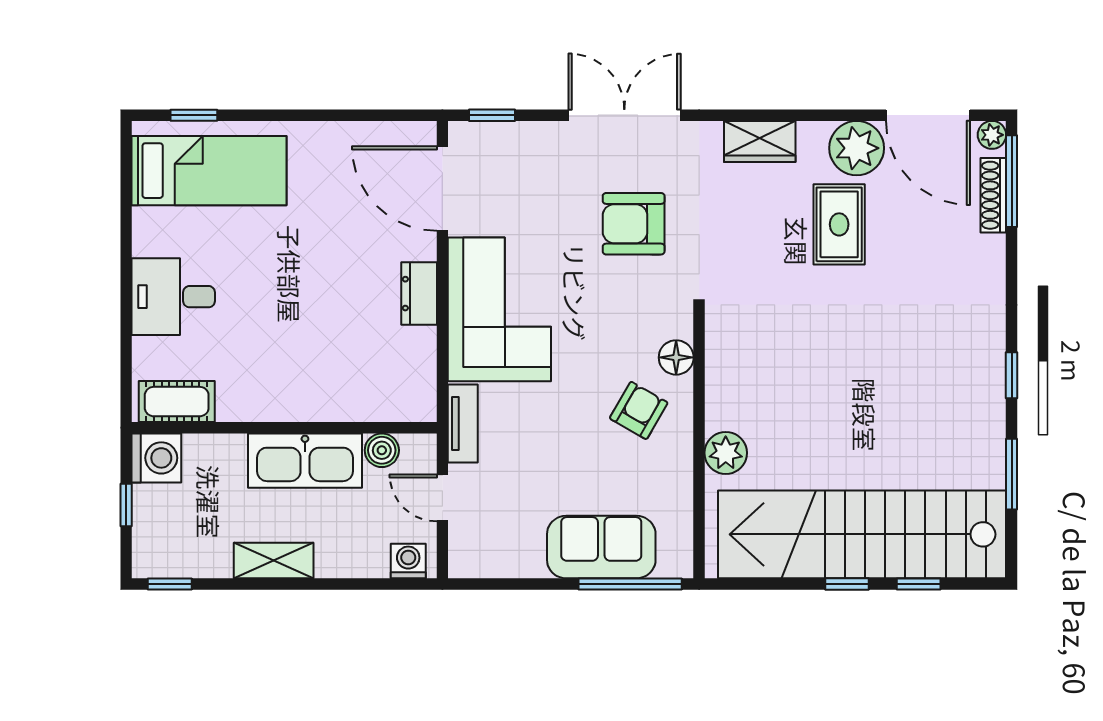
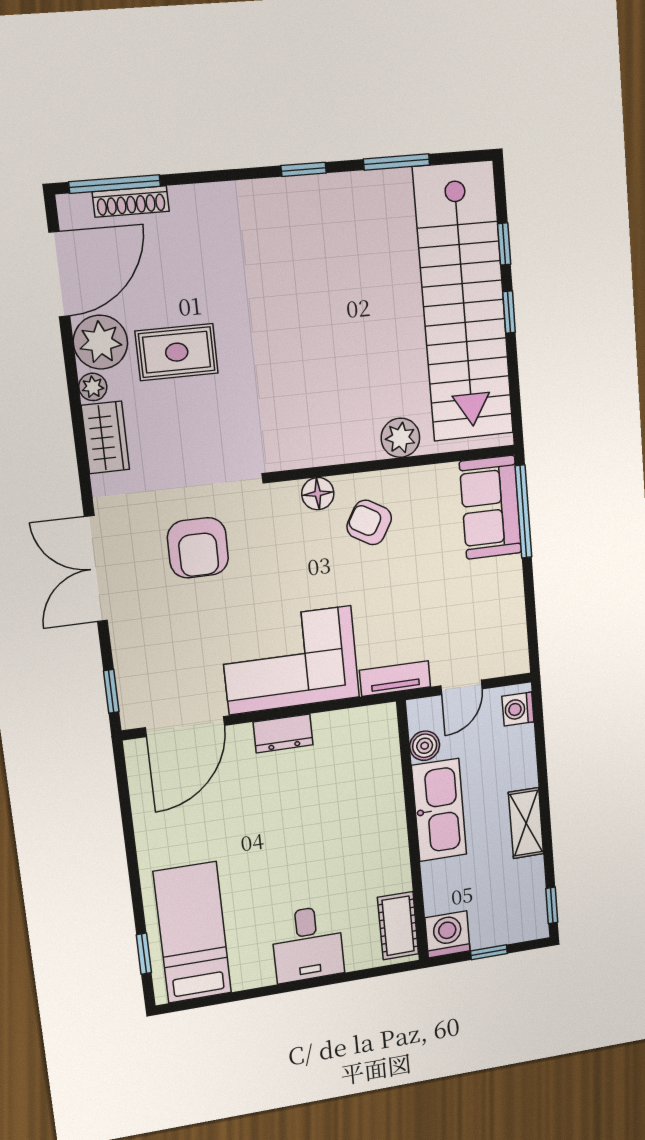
plant: (992, 135) -> (93, 387), moved
sofa: (601, 547) -> (491, 507), moved

